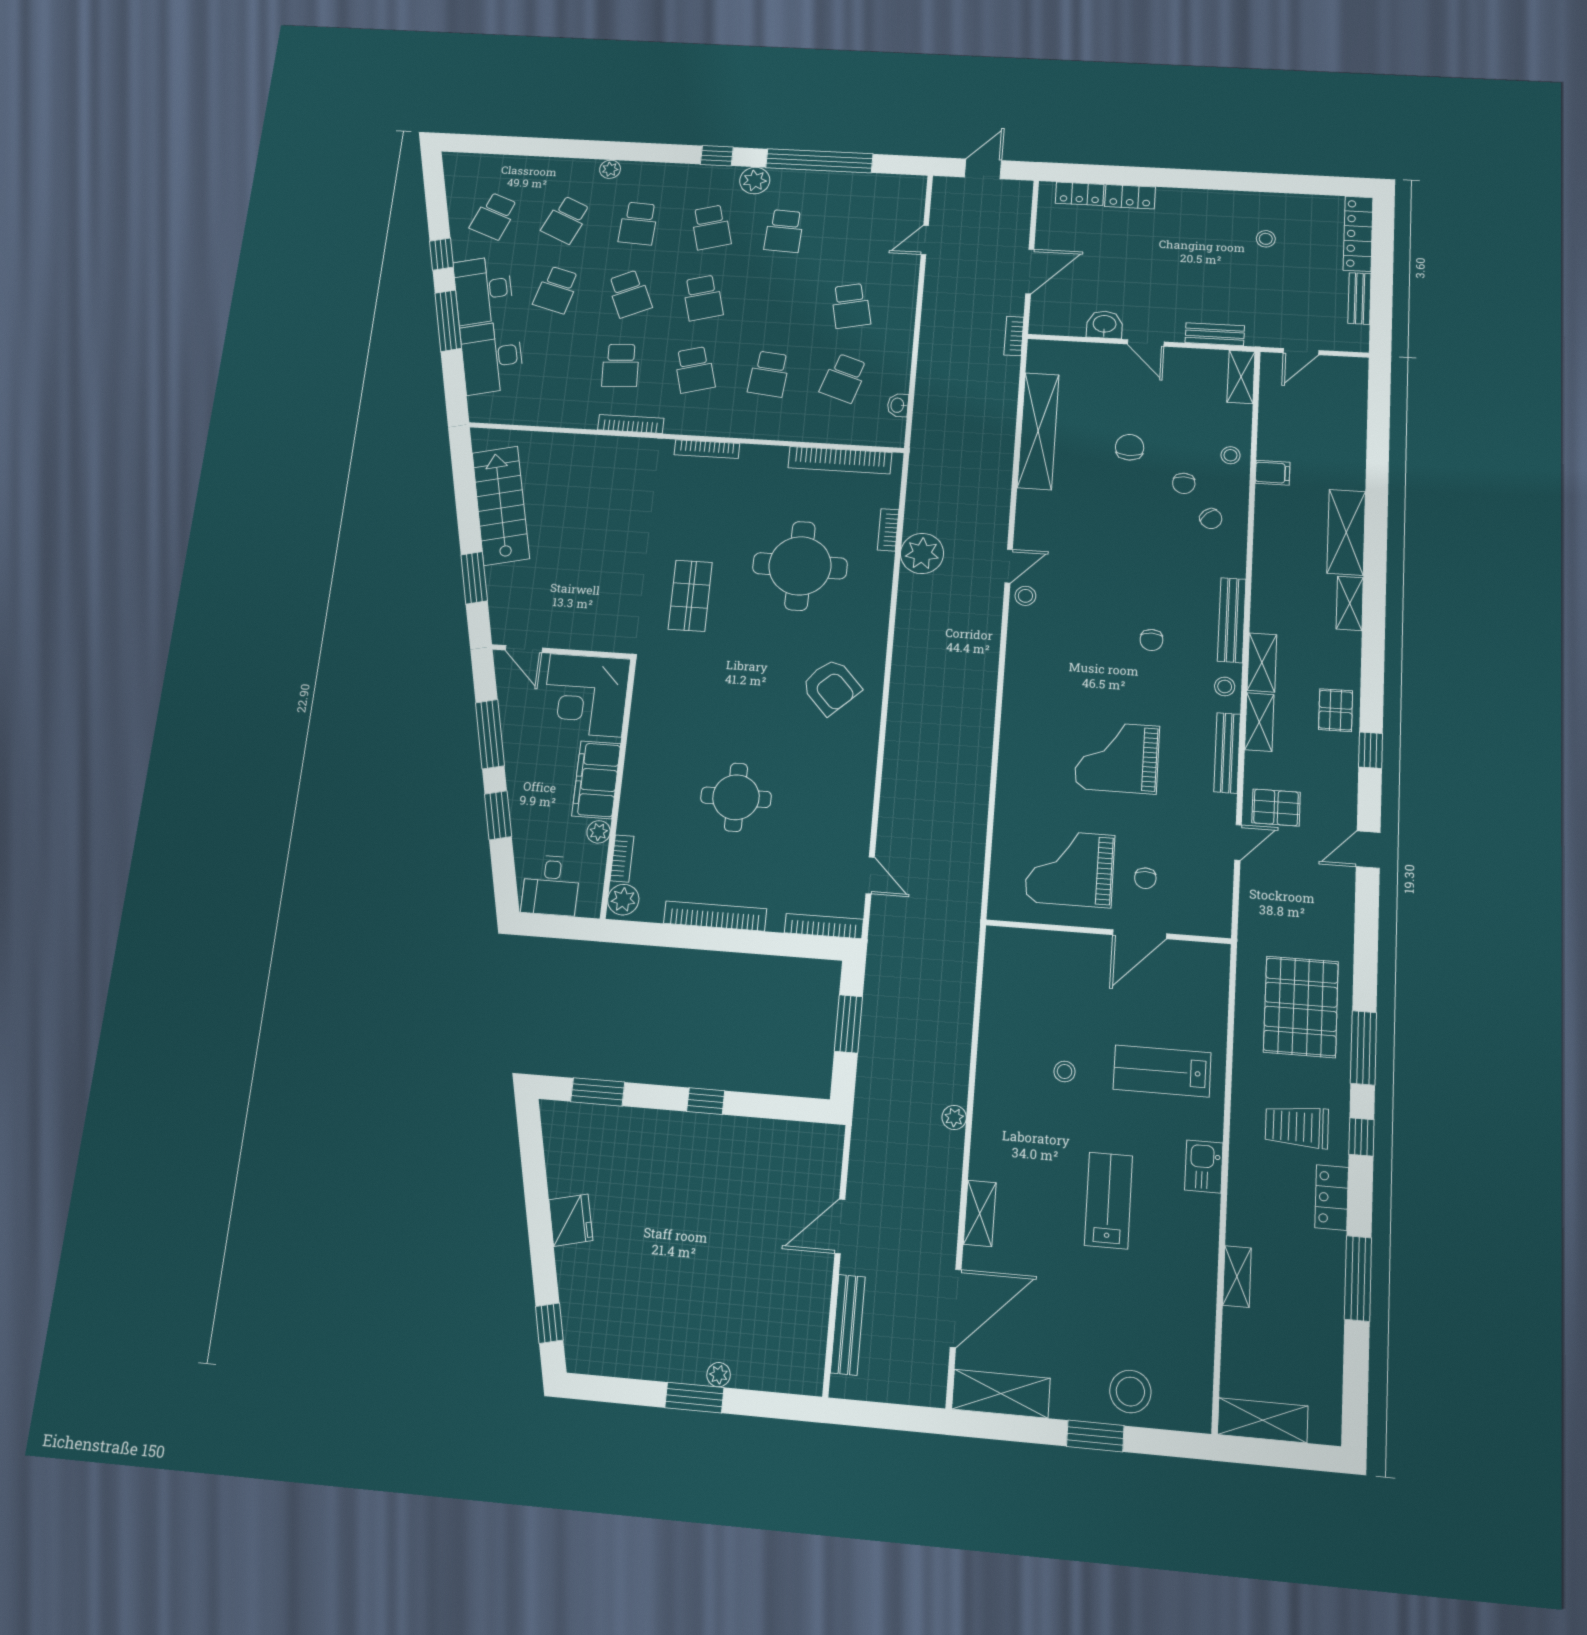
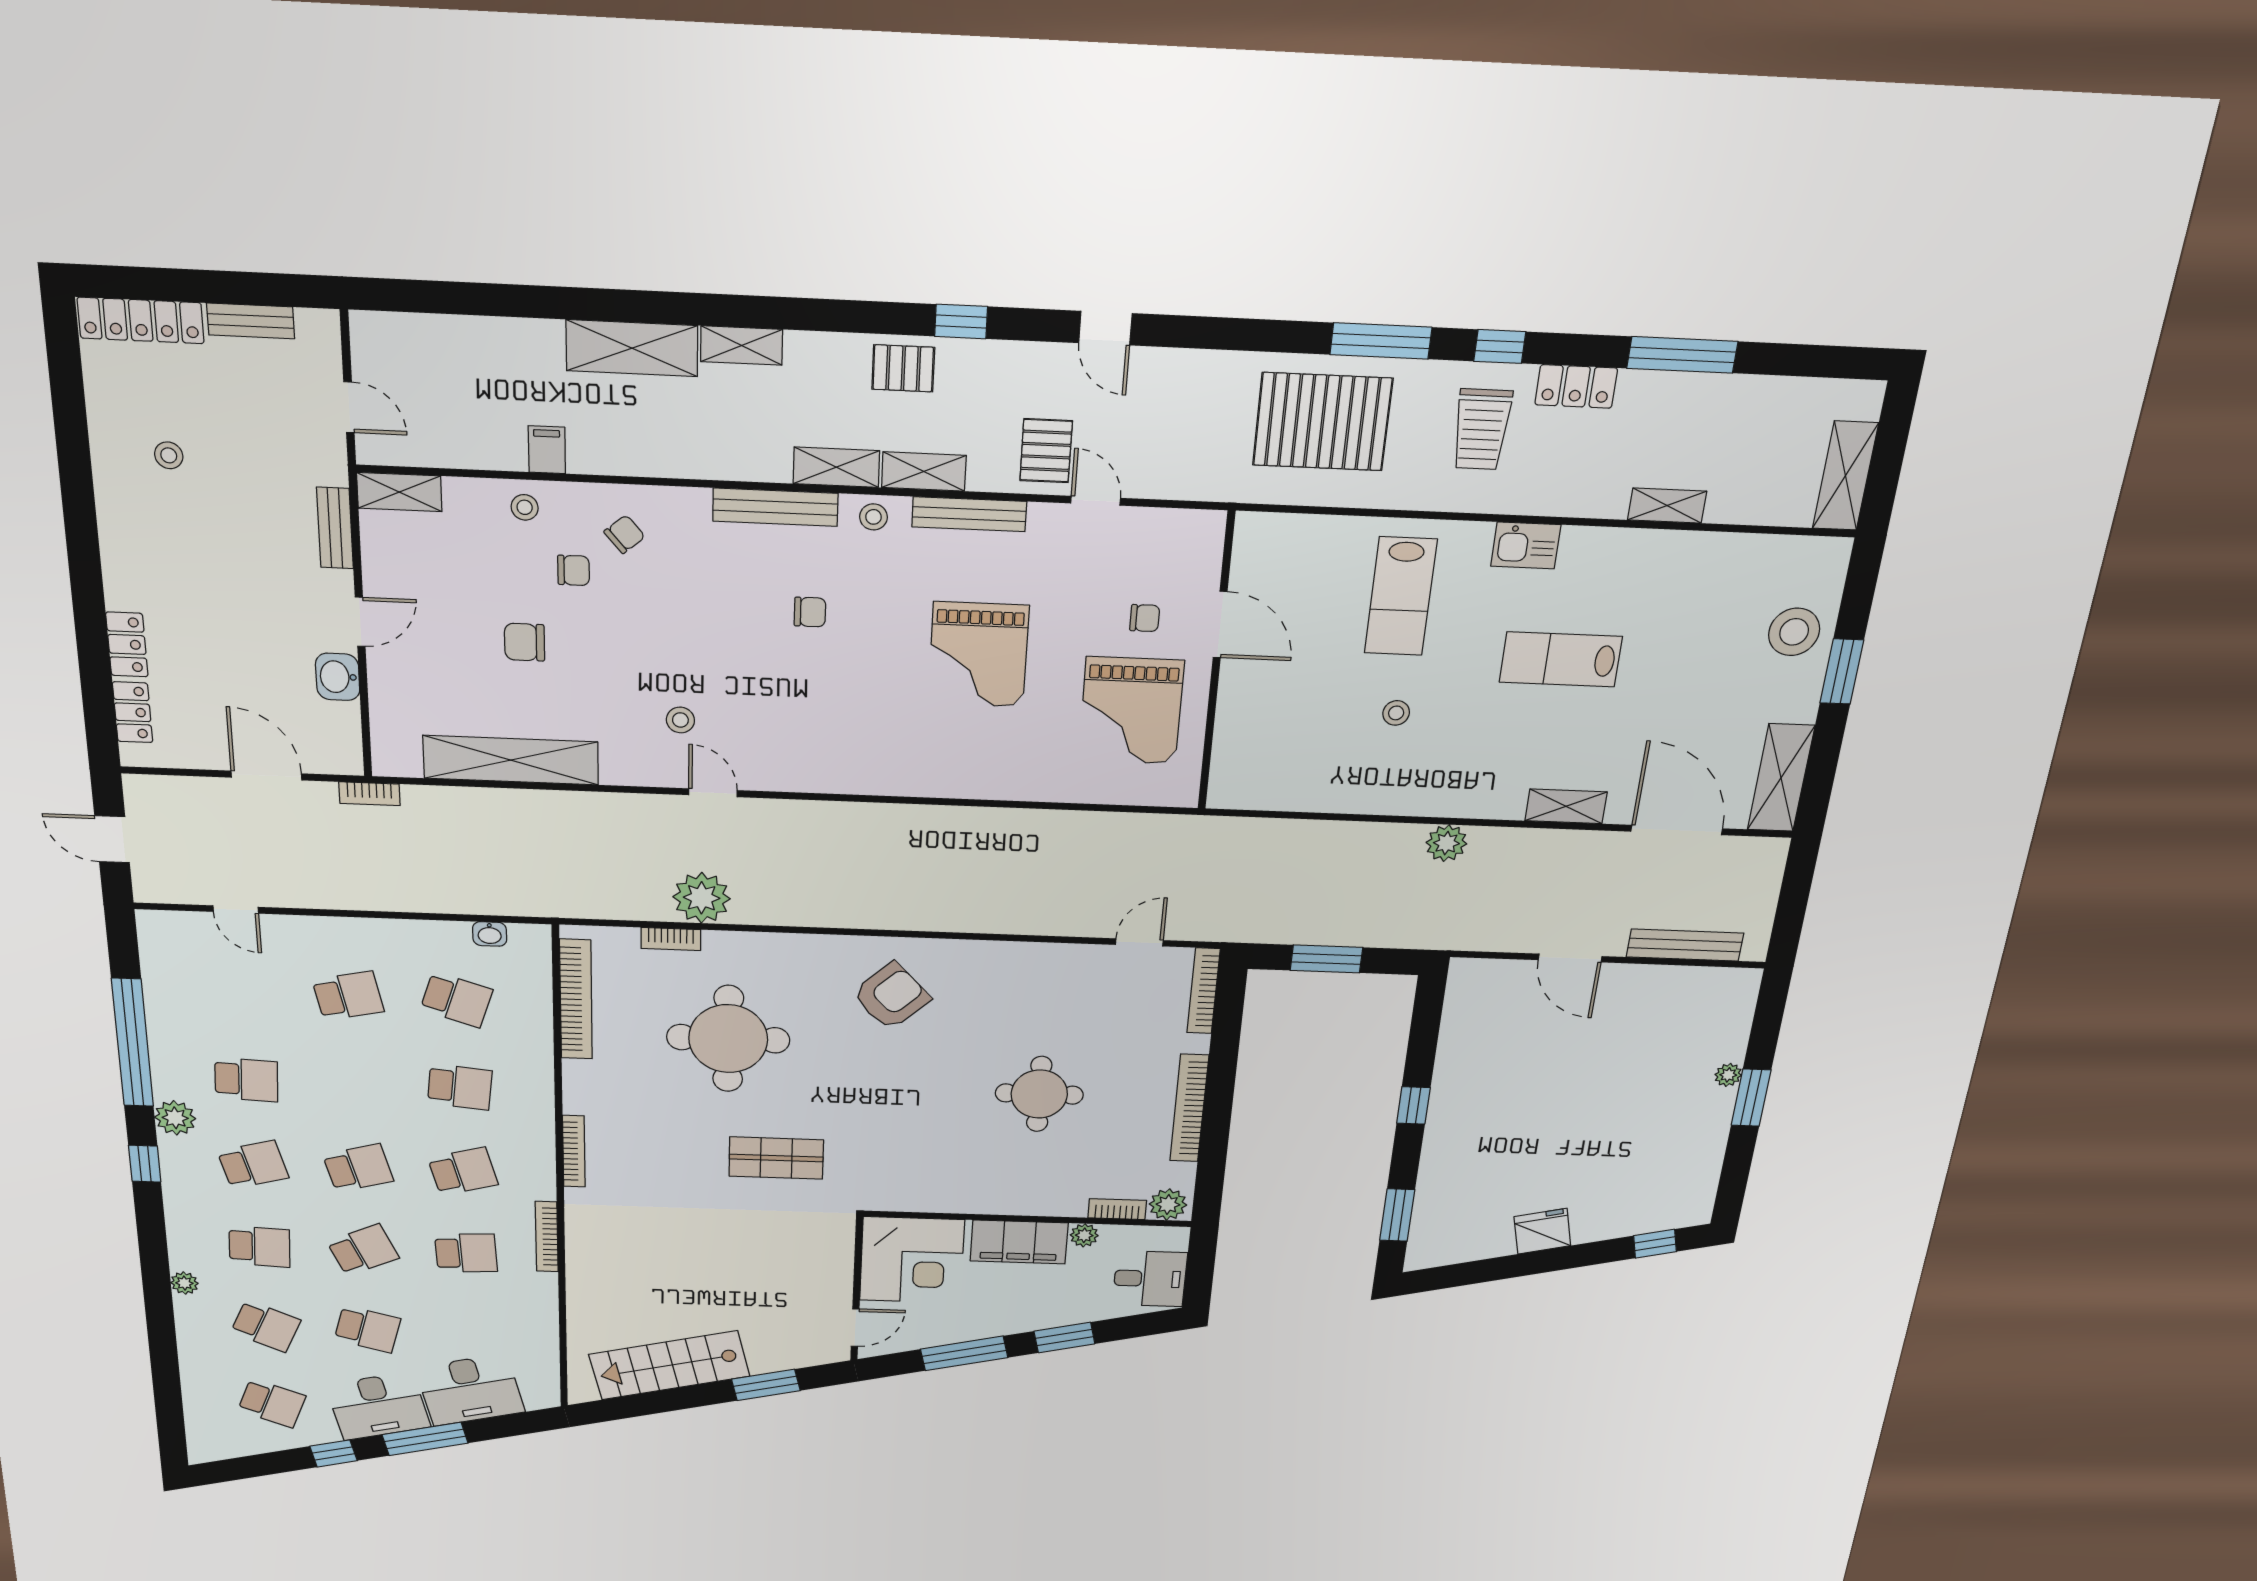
stool: (1025, 596) -> (680, 720), moved
plant: (954, 1117) -> (1446, 843), width x1.38, depth x1.38

